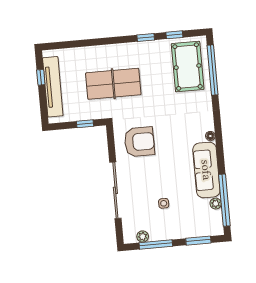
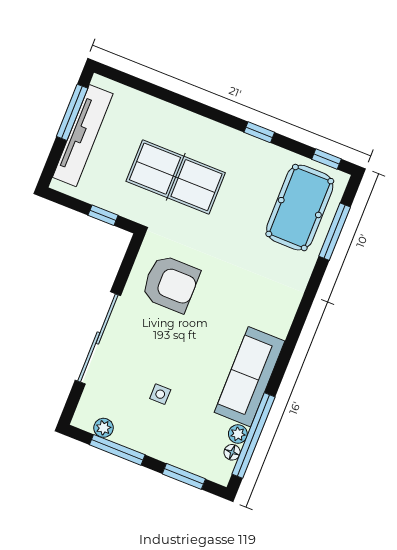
window: (174, 35) -> (326, 159), moved
window: (213, 70) -> (335, 232), width x0.68
window: (41, 77) -> (72, 112), width x2.17
floor lamp: (210, 136) -> (232, 452), moved

